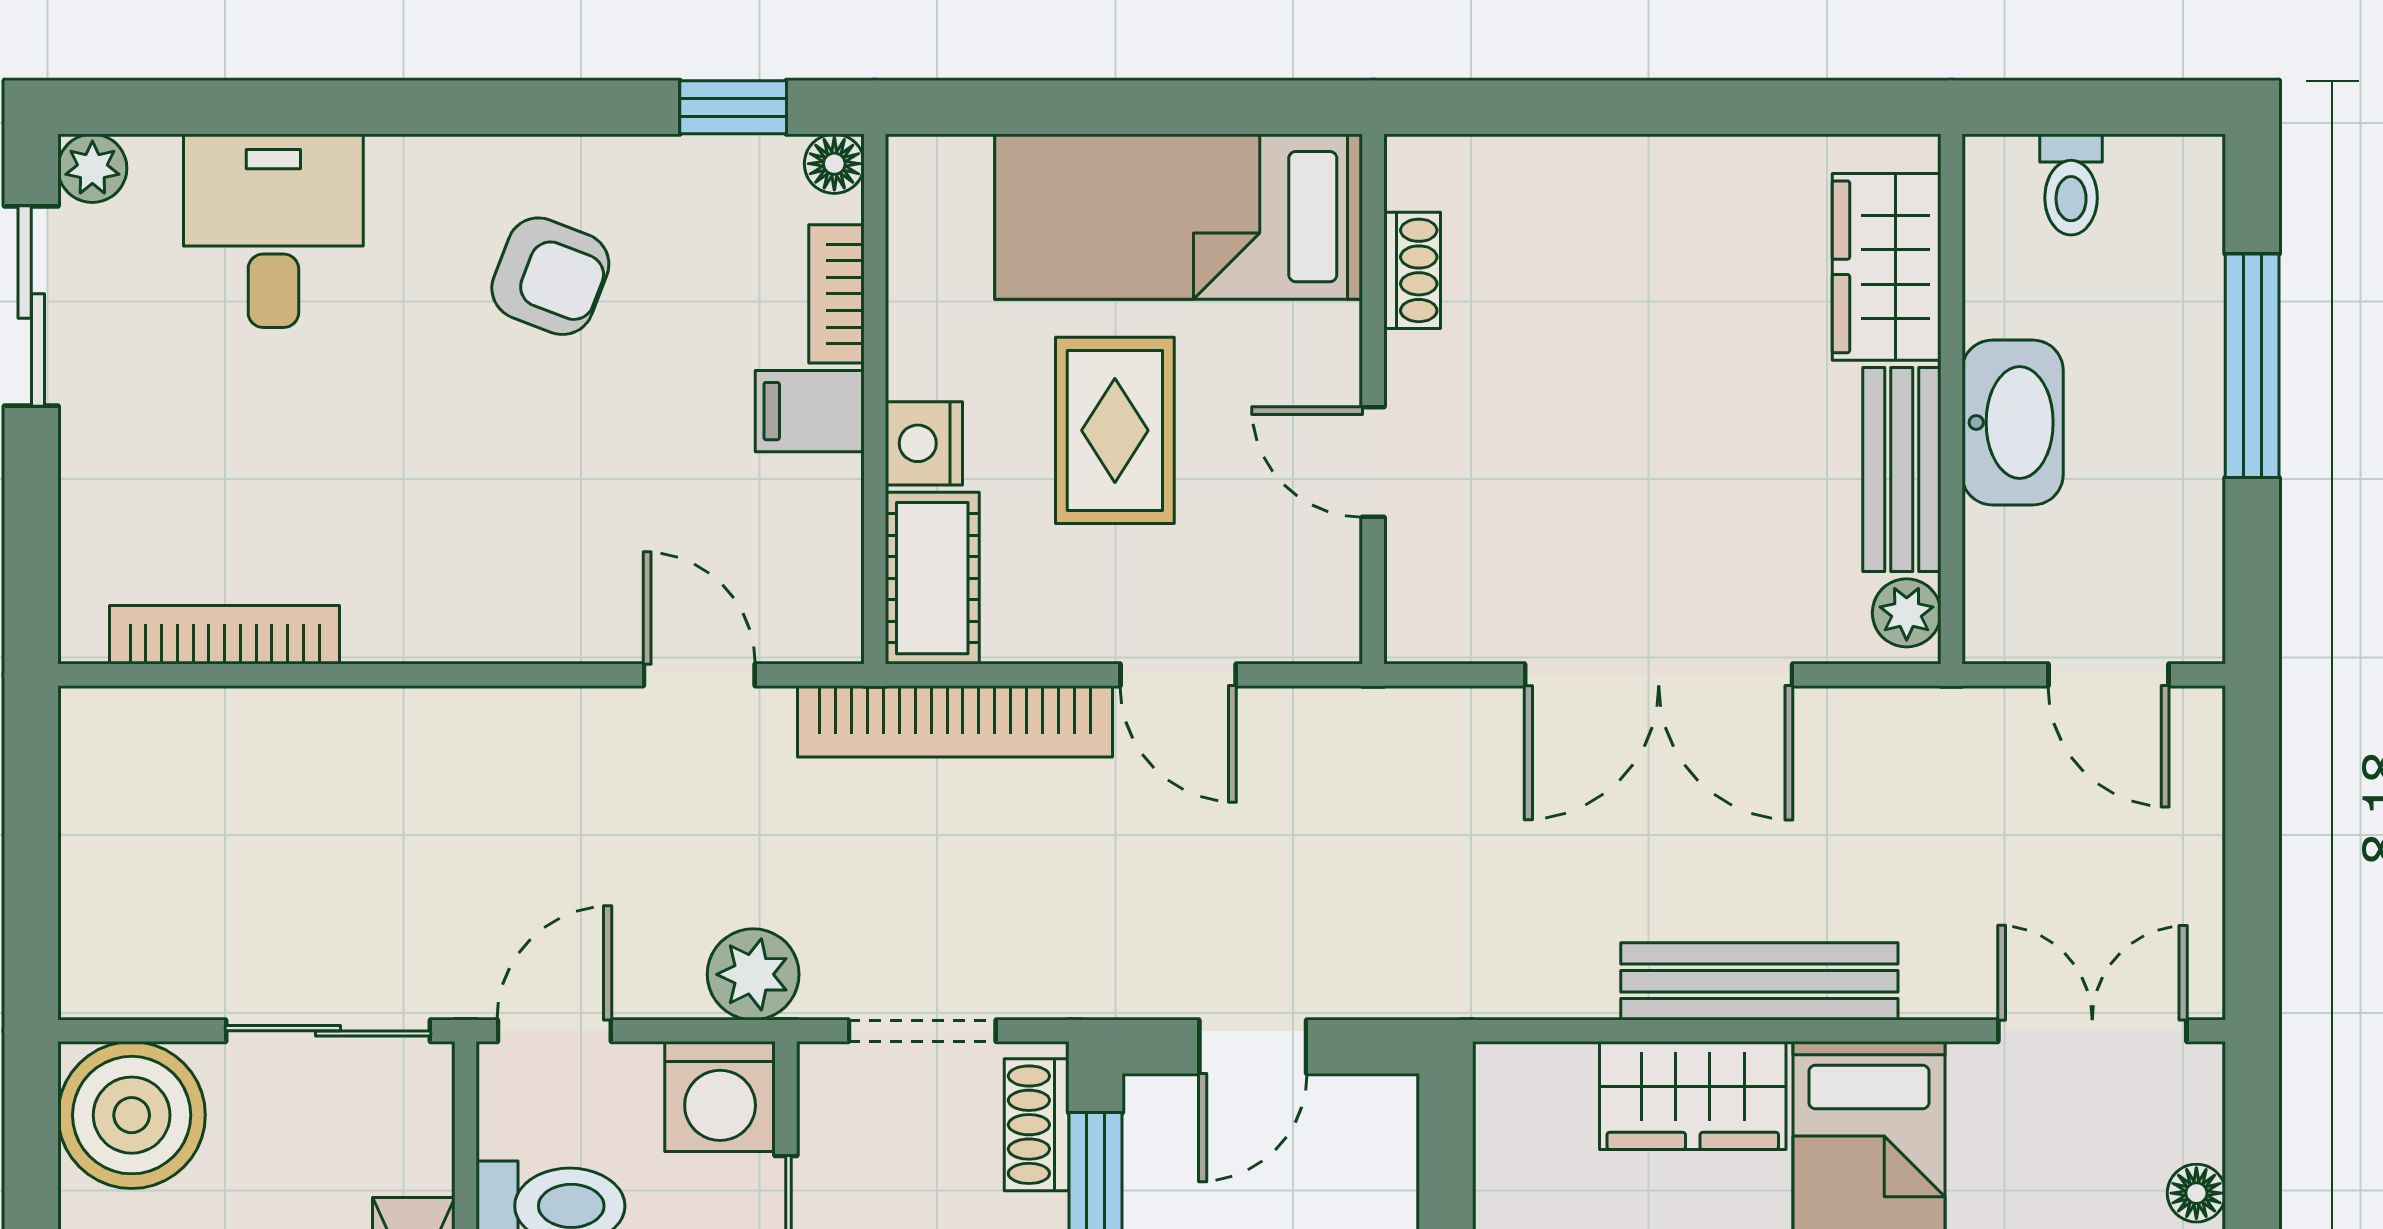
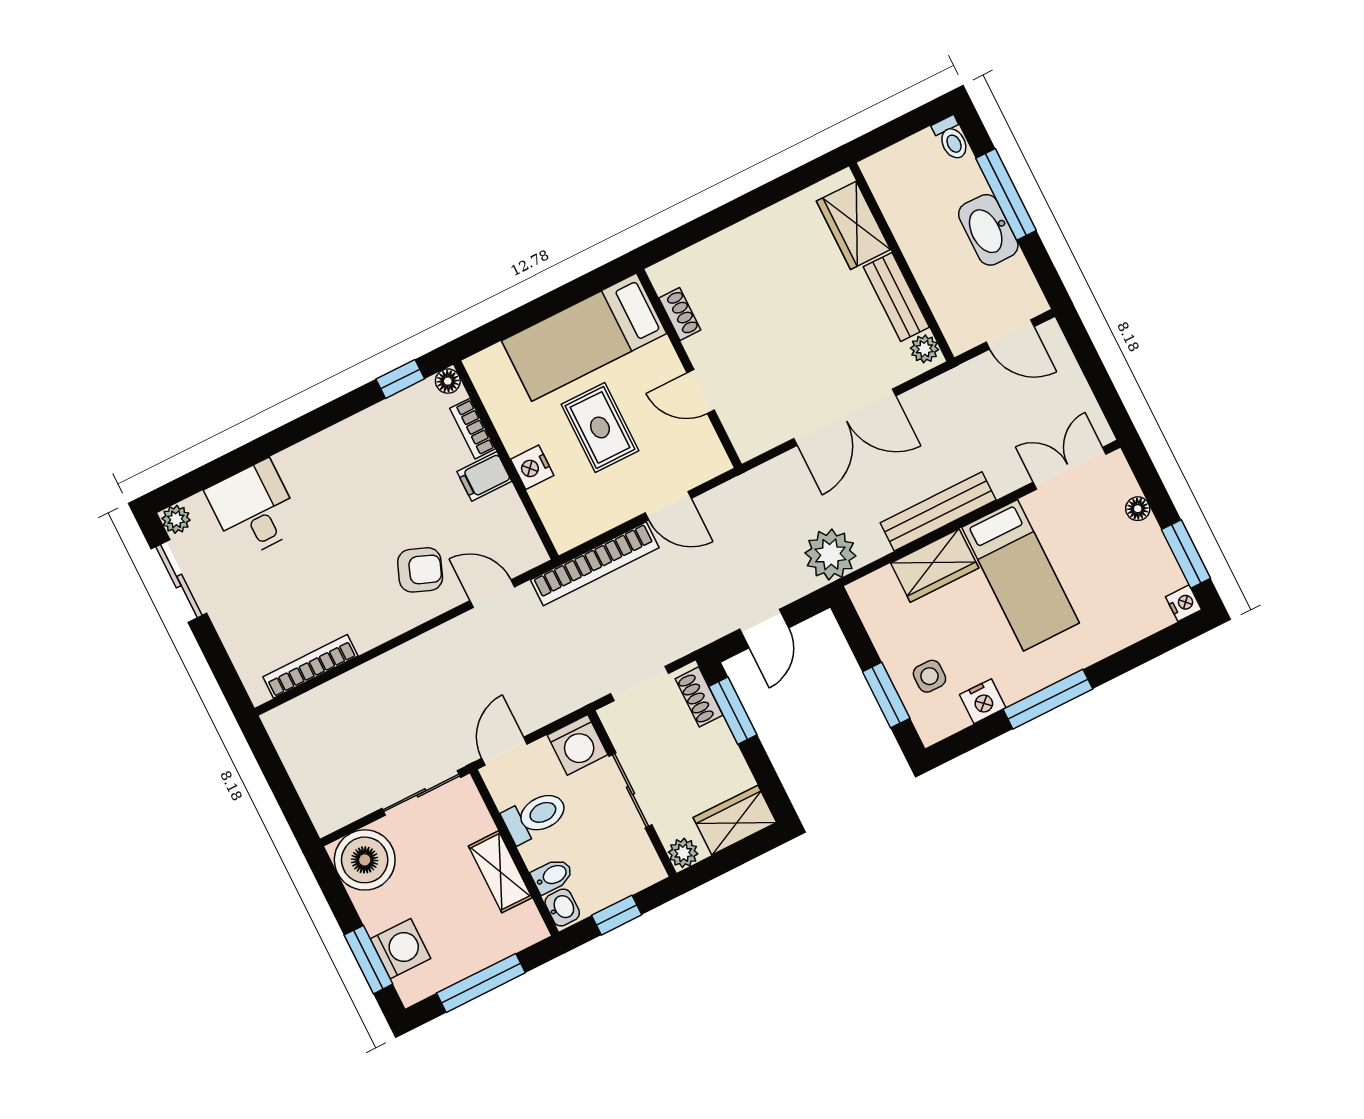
toilet: (2071, 185) -> (951, 138), moved
armchair: (550, 276) -> (420, 570), moved
washbasin: (2013, 422) -> (988, 230), moved, turned 180
cot: (932, 578) -> (560, 515), removed
plant: (753, 974) -> (830, 554), moved, width x1.36, depth x1.36

